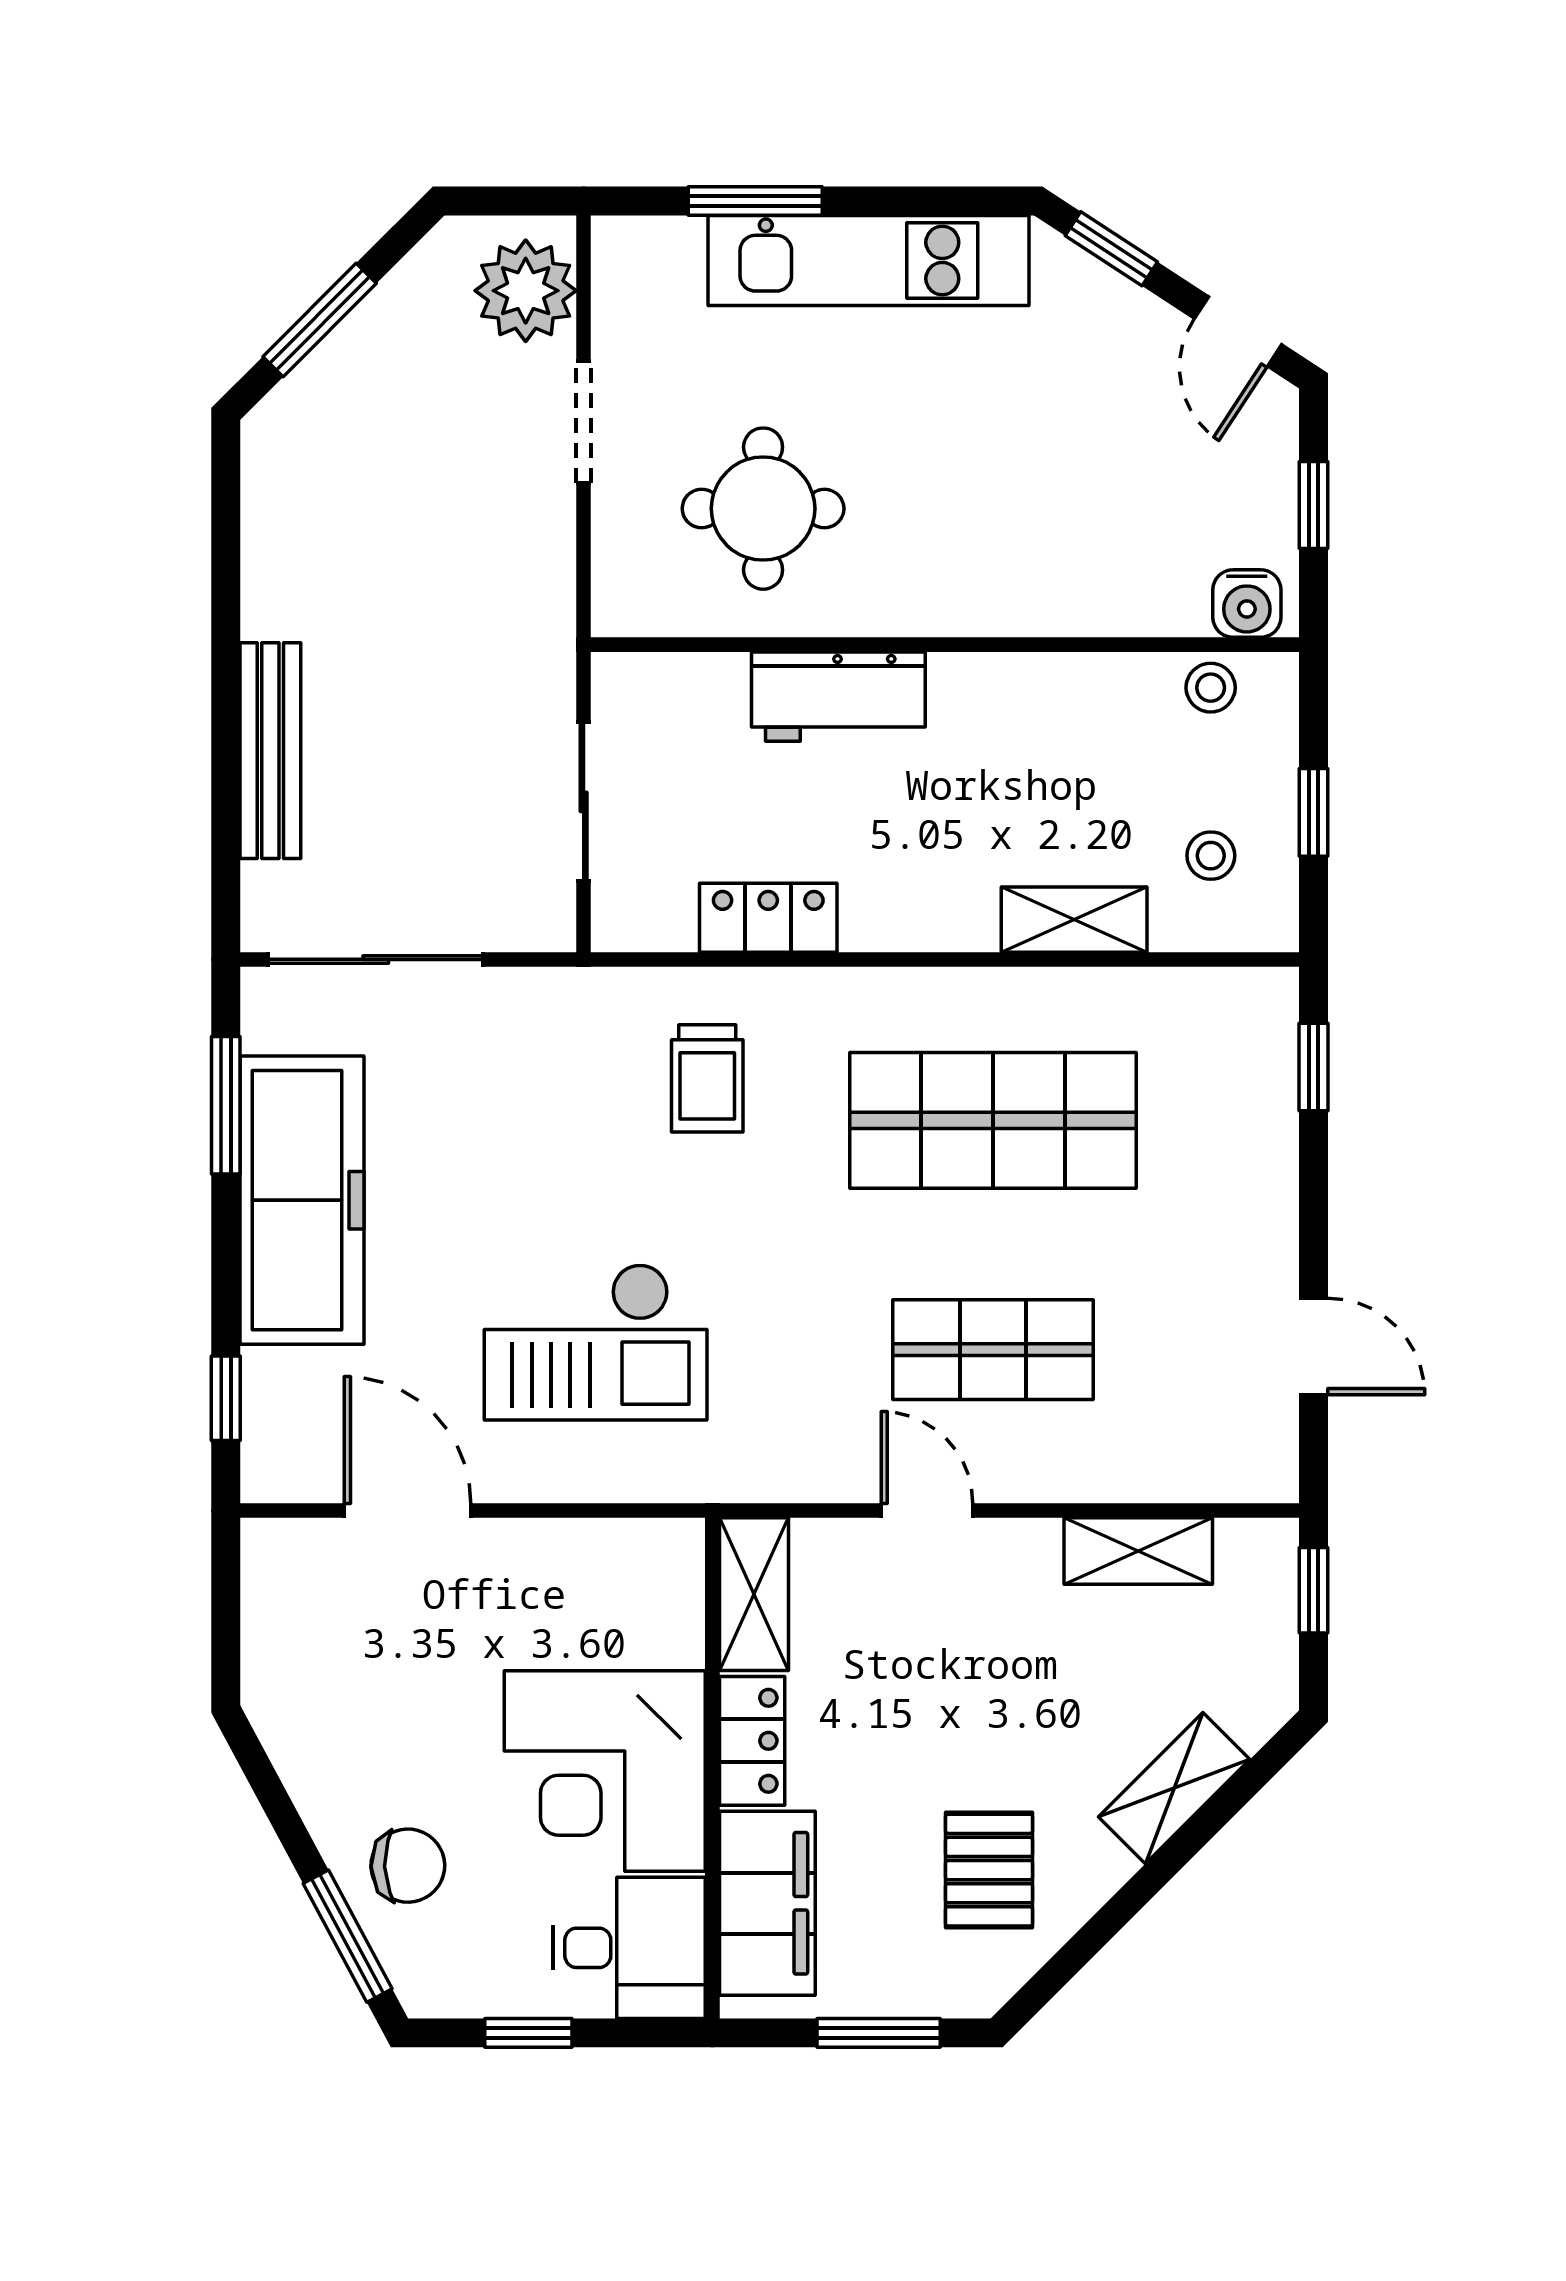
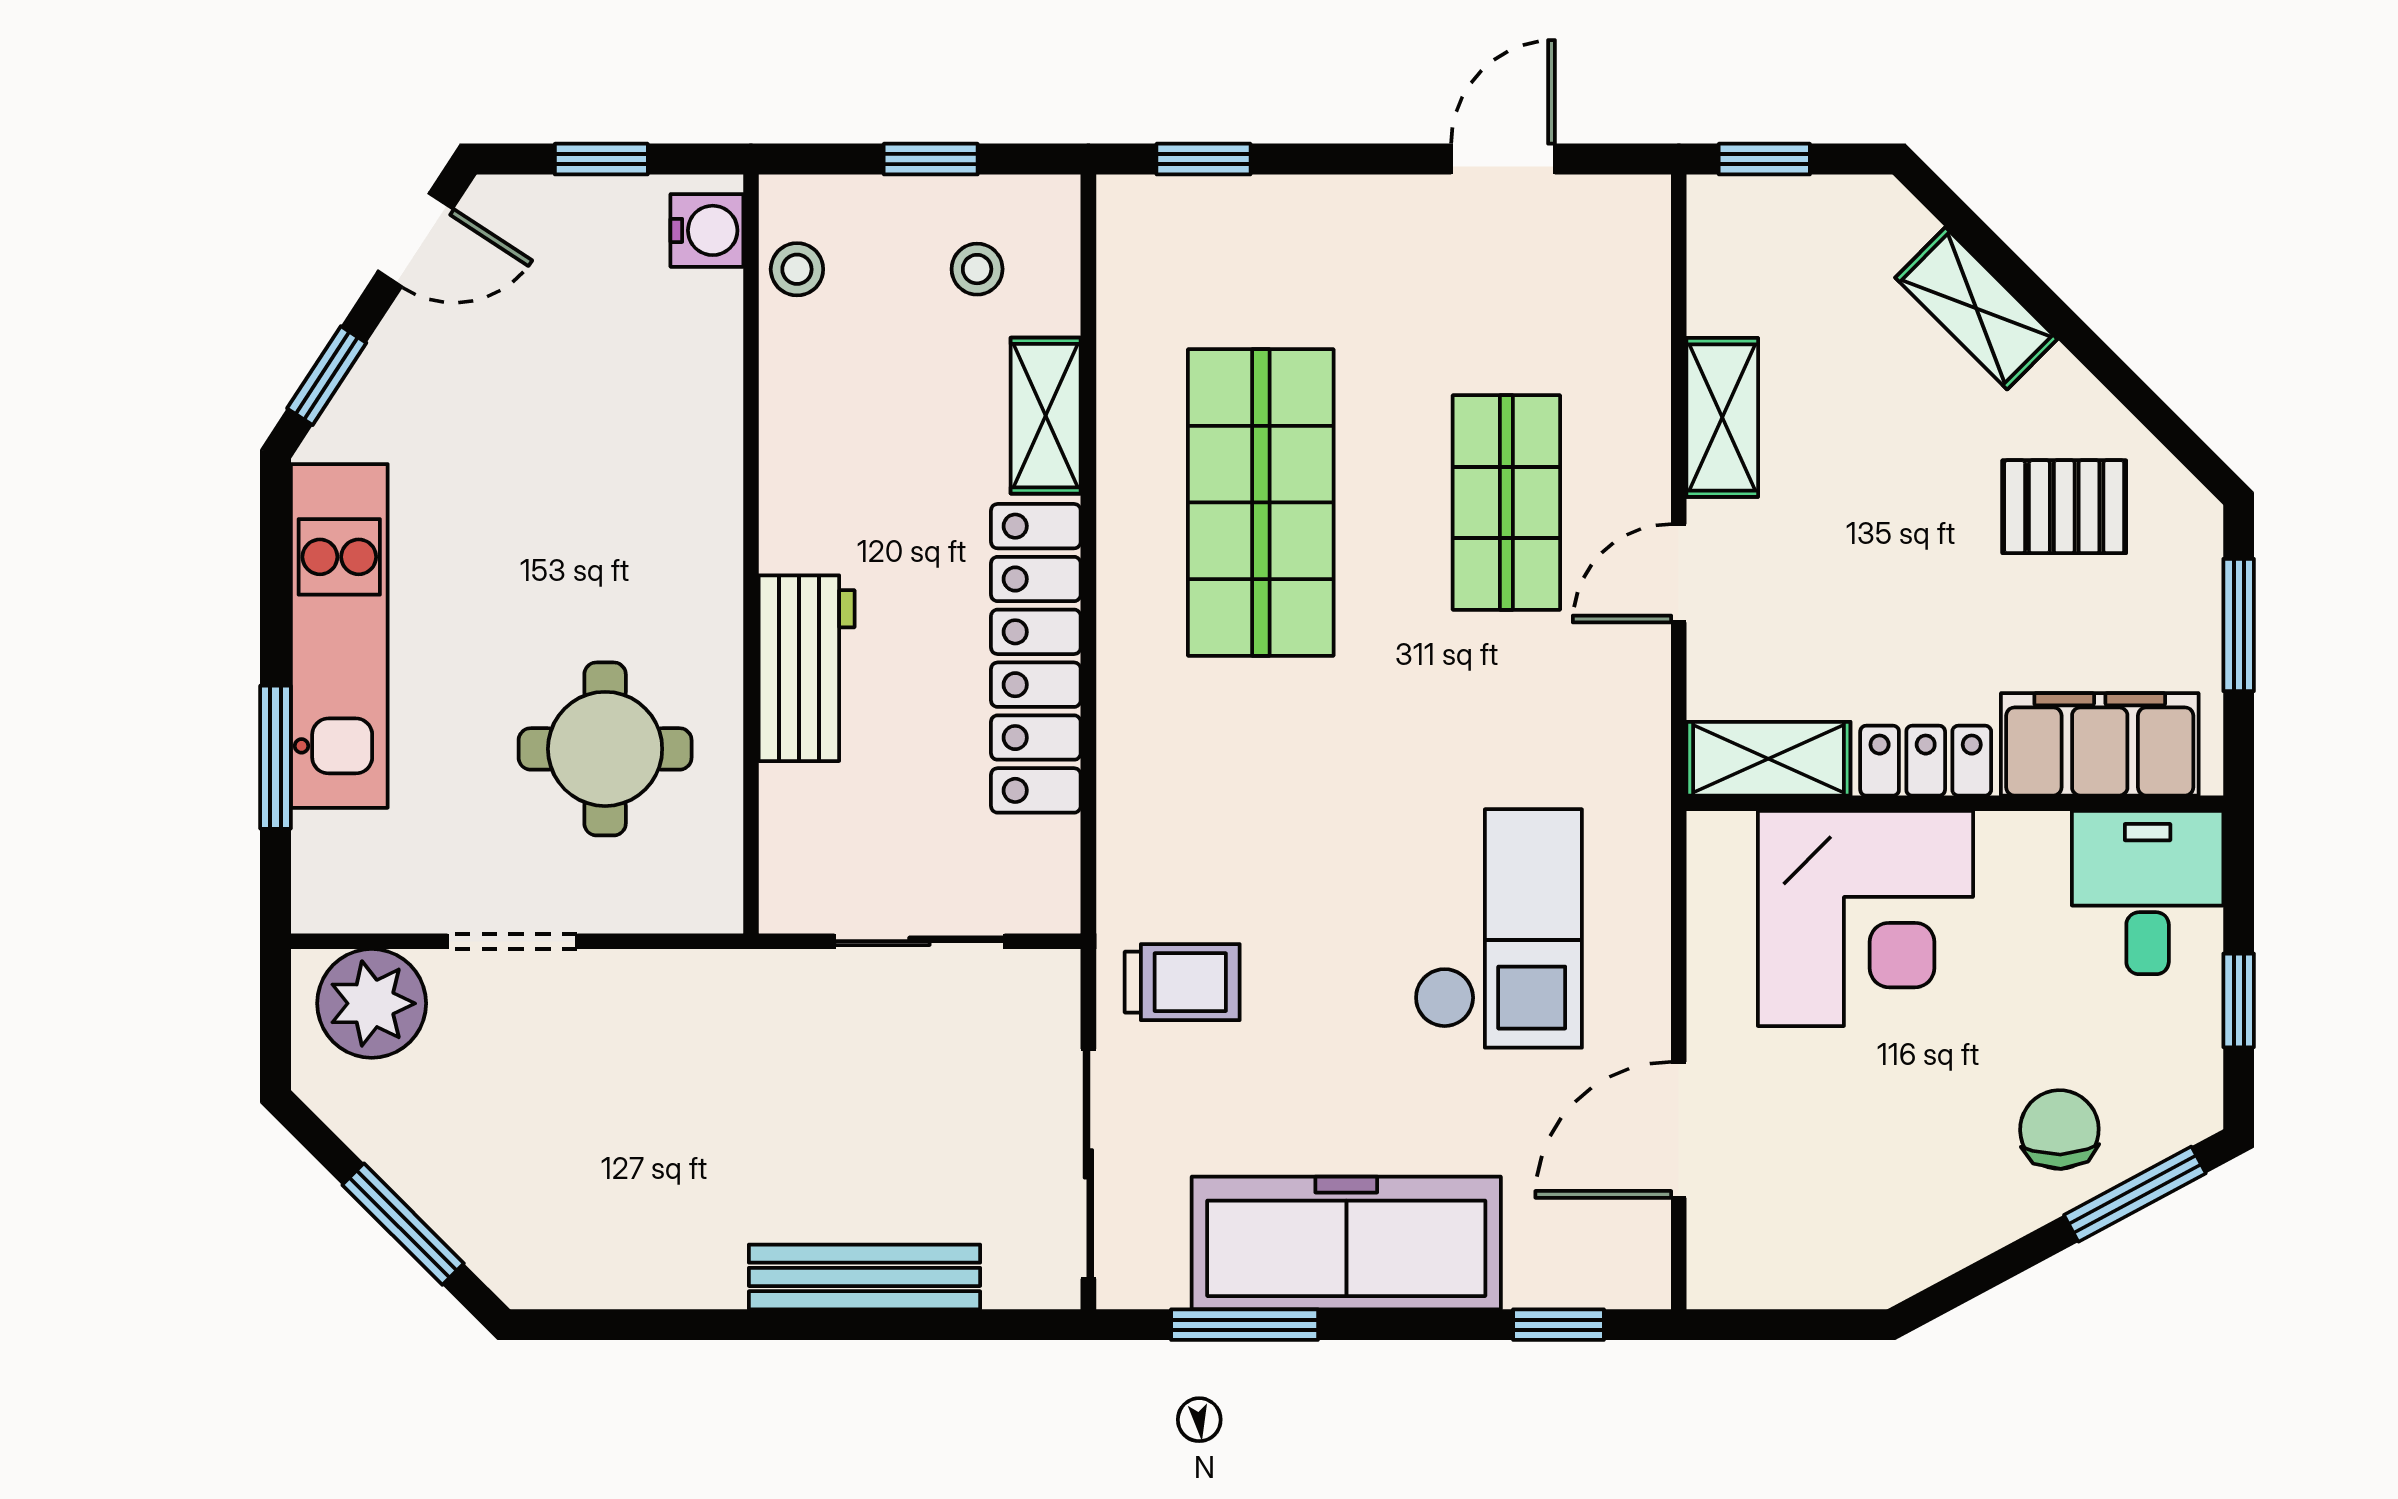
locker: (768, 918) -> (1036, 658), width x2.16, depth x1.21
trolley: (707, 1078) -> (1182, 982), moved
shelving: (1138, 1551) -> (1722, 417), moved
corner desk: (605, 1771) -> (1865, 918), moved

